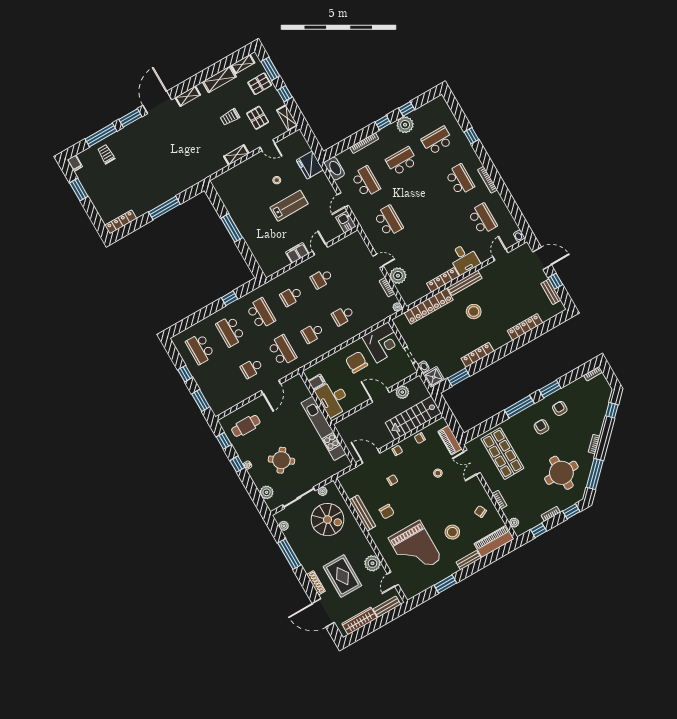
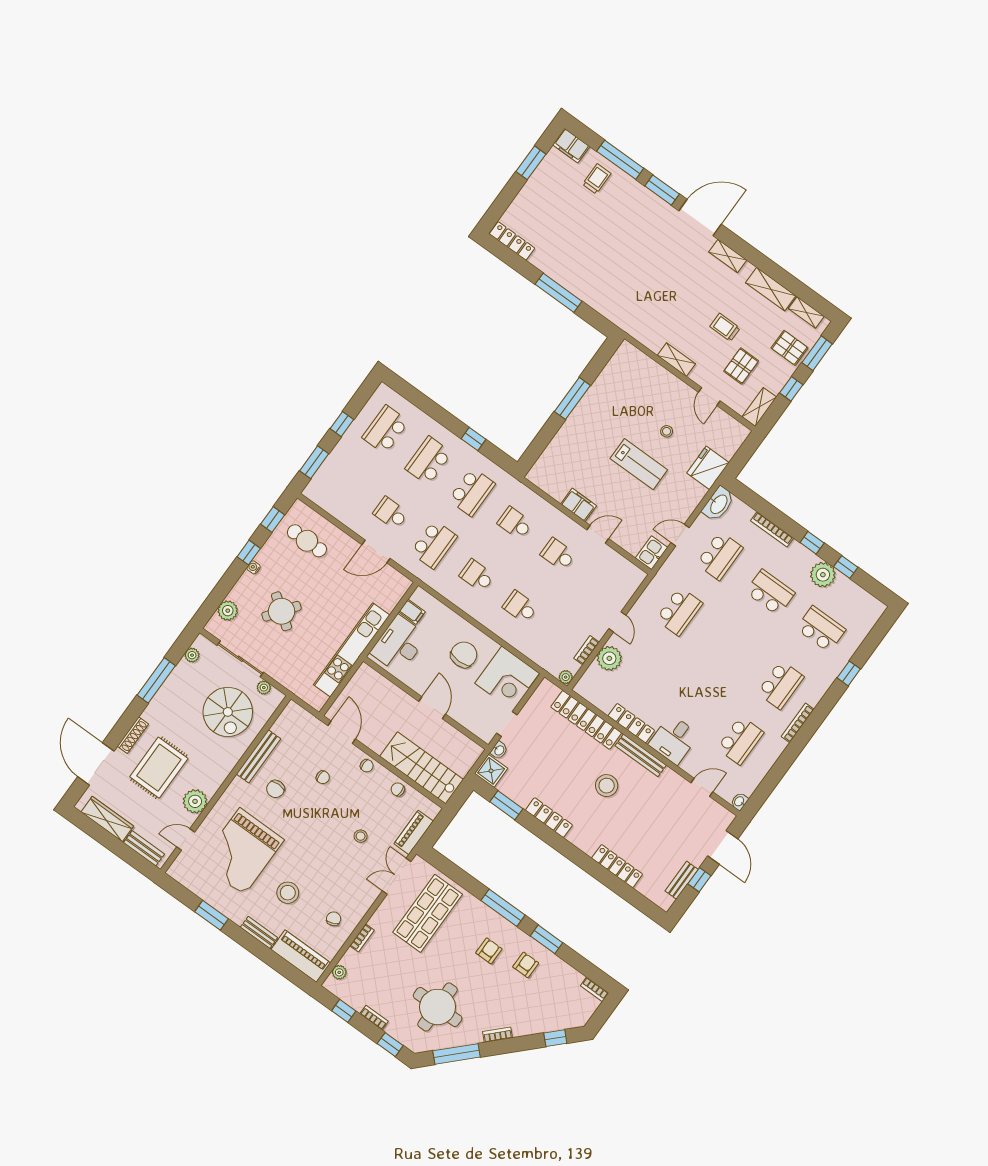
filing cabinet: (75, 163) -> (571, 146), width x2.00
plant: (402, 392) -> (451, 737), removed

